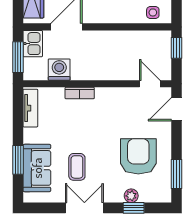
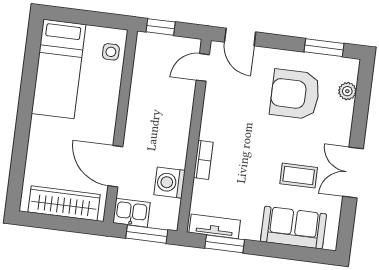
window: (18, 160) -> (225, 244), moved
plant: (131, 196) -> (347, 91), moved
window: (134, 208) -> (361, 109), removed

